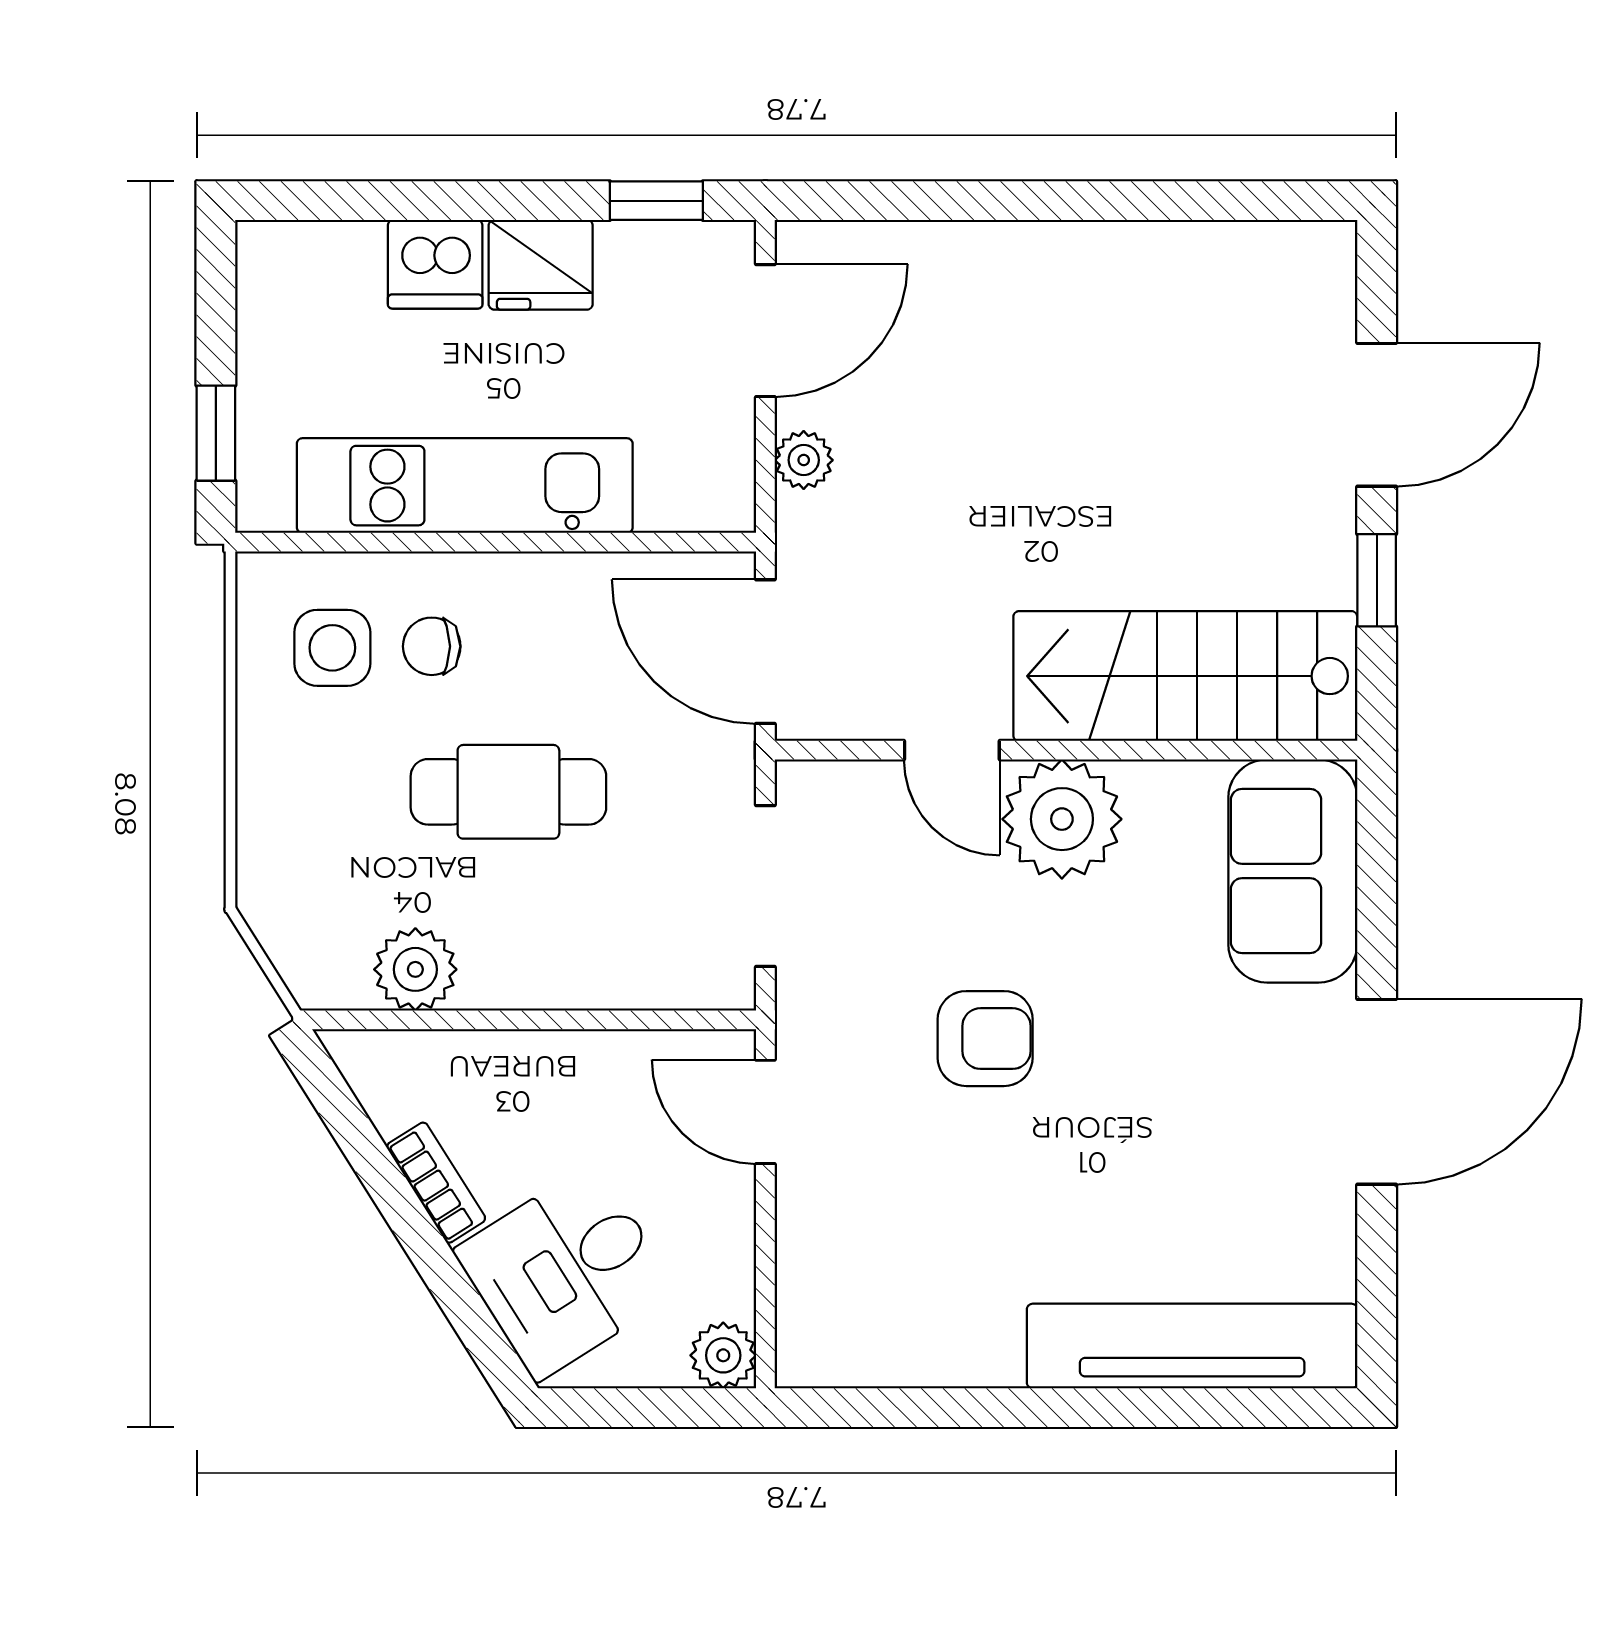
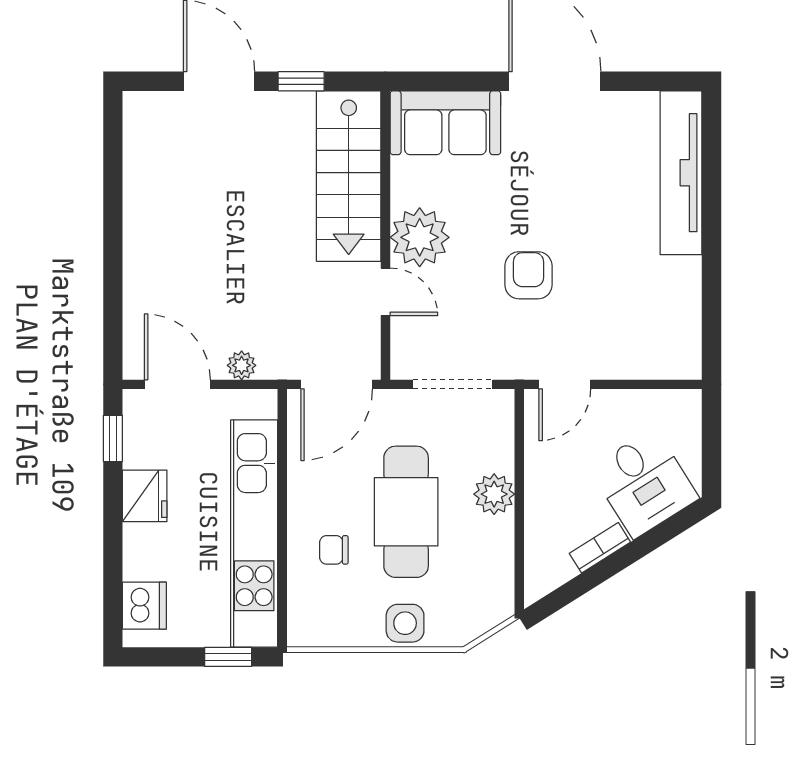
dishwasher: (435, 264) -> (144, 606), moved
kitchen unit: (465, 486) -> (254, 533), width x1.36
chair: (432, 646) -> (334, 550), turned 90
side table: (332, 648) -> (405, 623), moved
door: (952, 750) -> (385, 292), hinge flipped
cafe table: (508, 792) -> (406, 512), width x1.37, depth x1.35
plant: (415, 969) -> (494, 494), moved
plant: (723, 1355) -> (686, 405), removed

